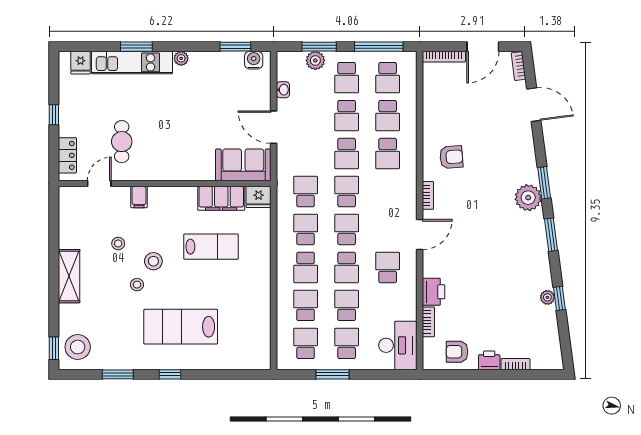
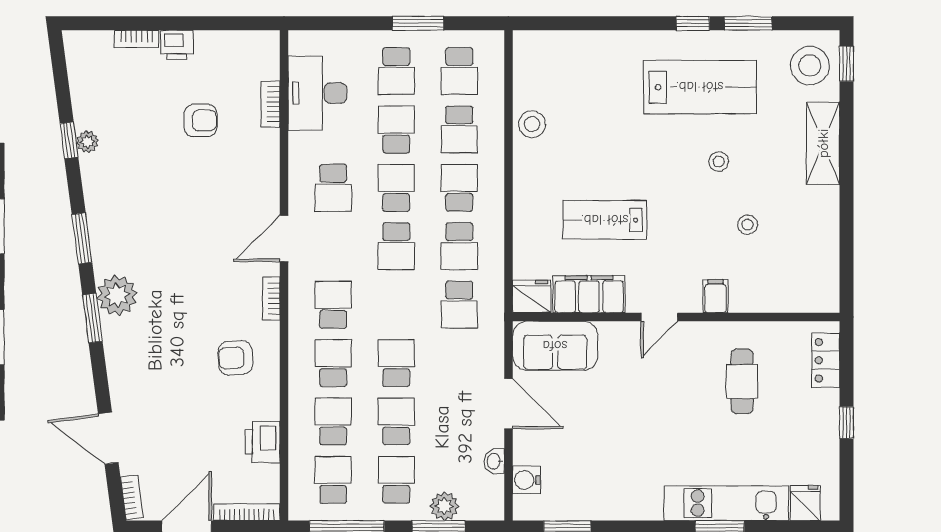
plant: (181, 58) -> (651, 509), removed
water cooler: (254, 60) -> (526, 480), moved, turned 90
door: (99, 183) -> (659, 317), moved
school desk: (347, 192) -> (333, 305), moved, turned 180
stool: (153, 261) -> (532, 124), moved
shelving: (69, 276) -> (823, 143), moved
printer: (433, 292) -> (263, 442), moved
school desk: (347, 305) -> (396, 129), turned 180
lab bench: (181, 327) -> (700, 87), moved
desk: (398, 345) -> (317, 93), moved
armchair: (457, 352) -> (201, 120), moved
window: (170, 374) -> (693, 23), moved

